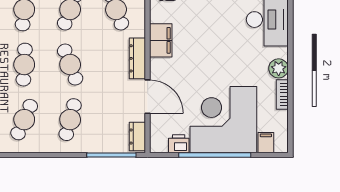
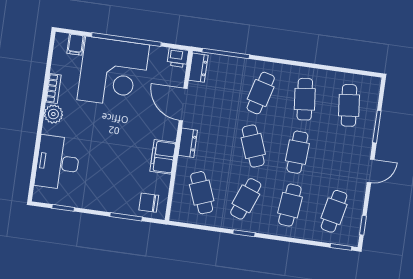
dresser: (137, 58) -> (188, 143), width x0.70
cafe table: (24, 120) -> (305, 99), turned -30
printer: (179, 144) -> (178, 58), moved

